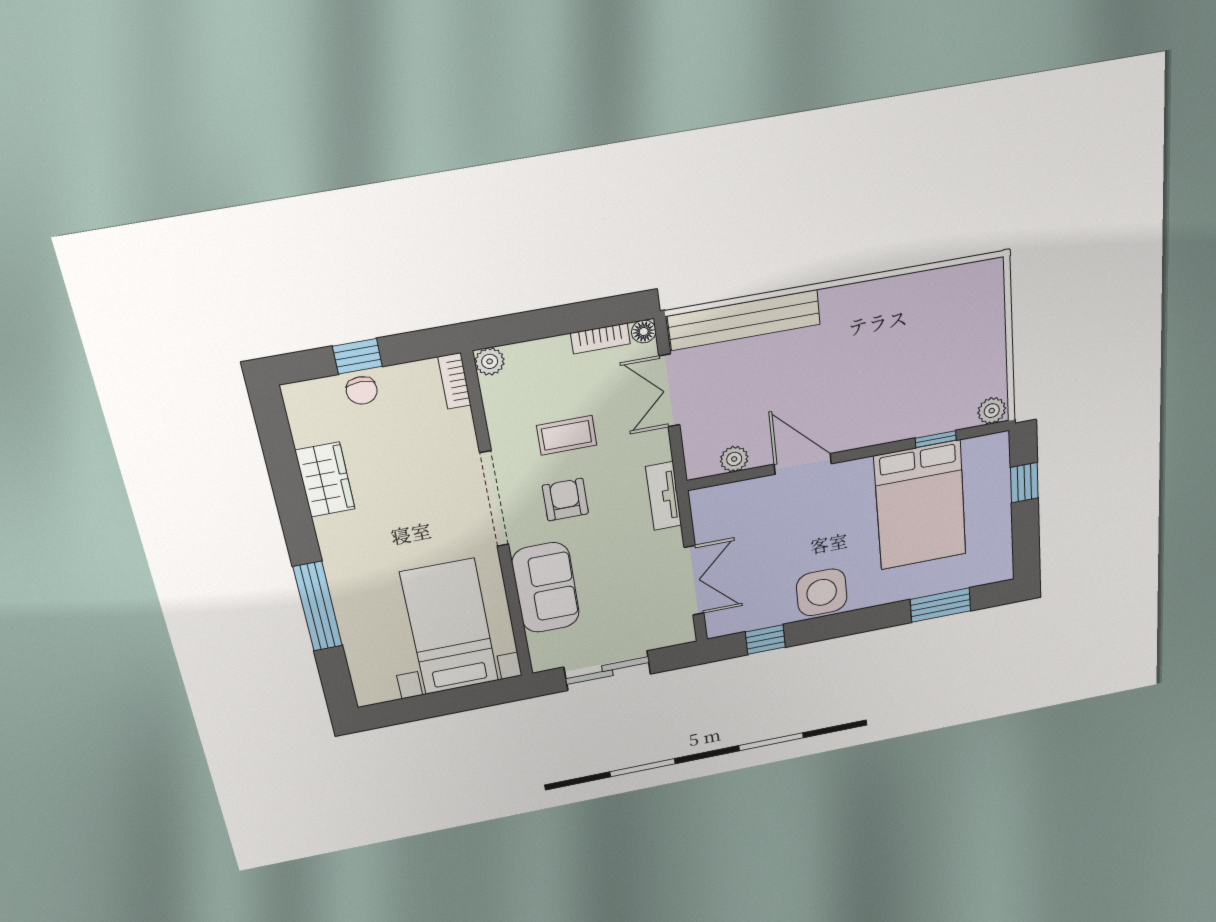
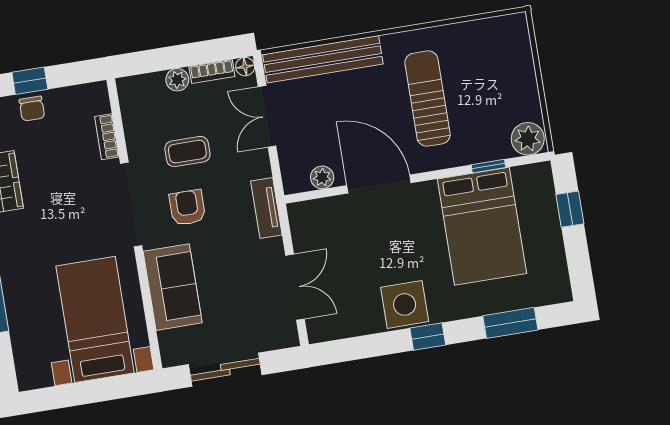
plant: (490, 361) -> (177, 80), moved
sun lounger: (871, 364) -> (428, 99), added
bookcase: (454, 381) -> (107, 137), moved
plant: (992, 411) -> (528, 139), width x1.38, depth x1.38
door: (803, 464) -> (379, 184), width x1.36
window: (765, 640) -> (428, 336), moved

